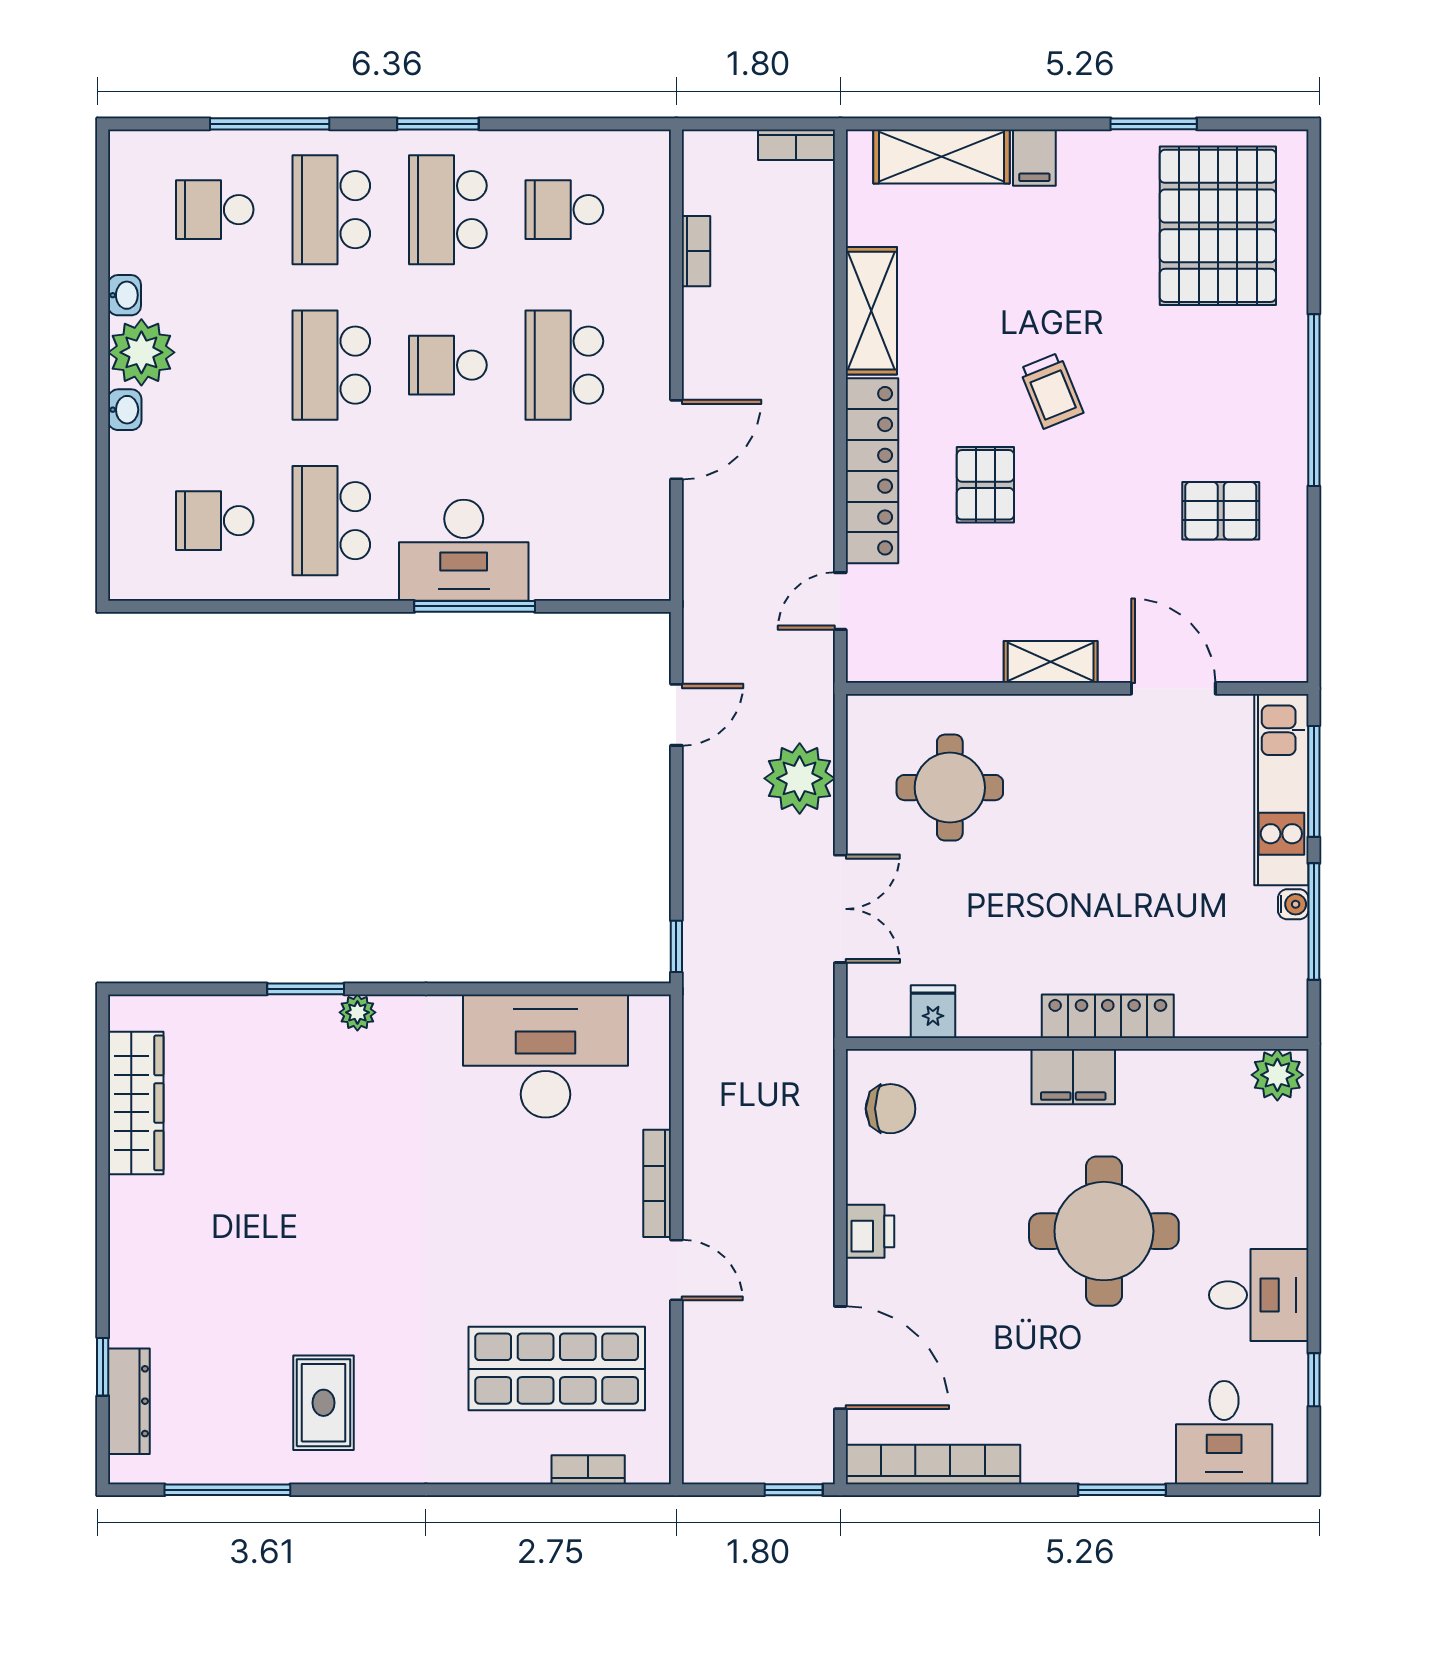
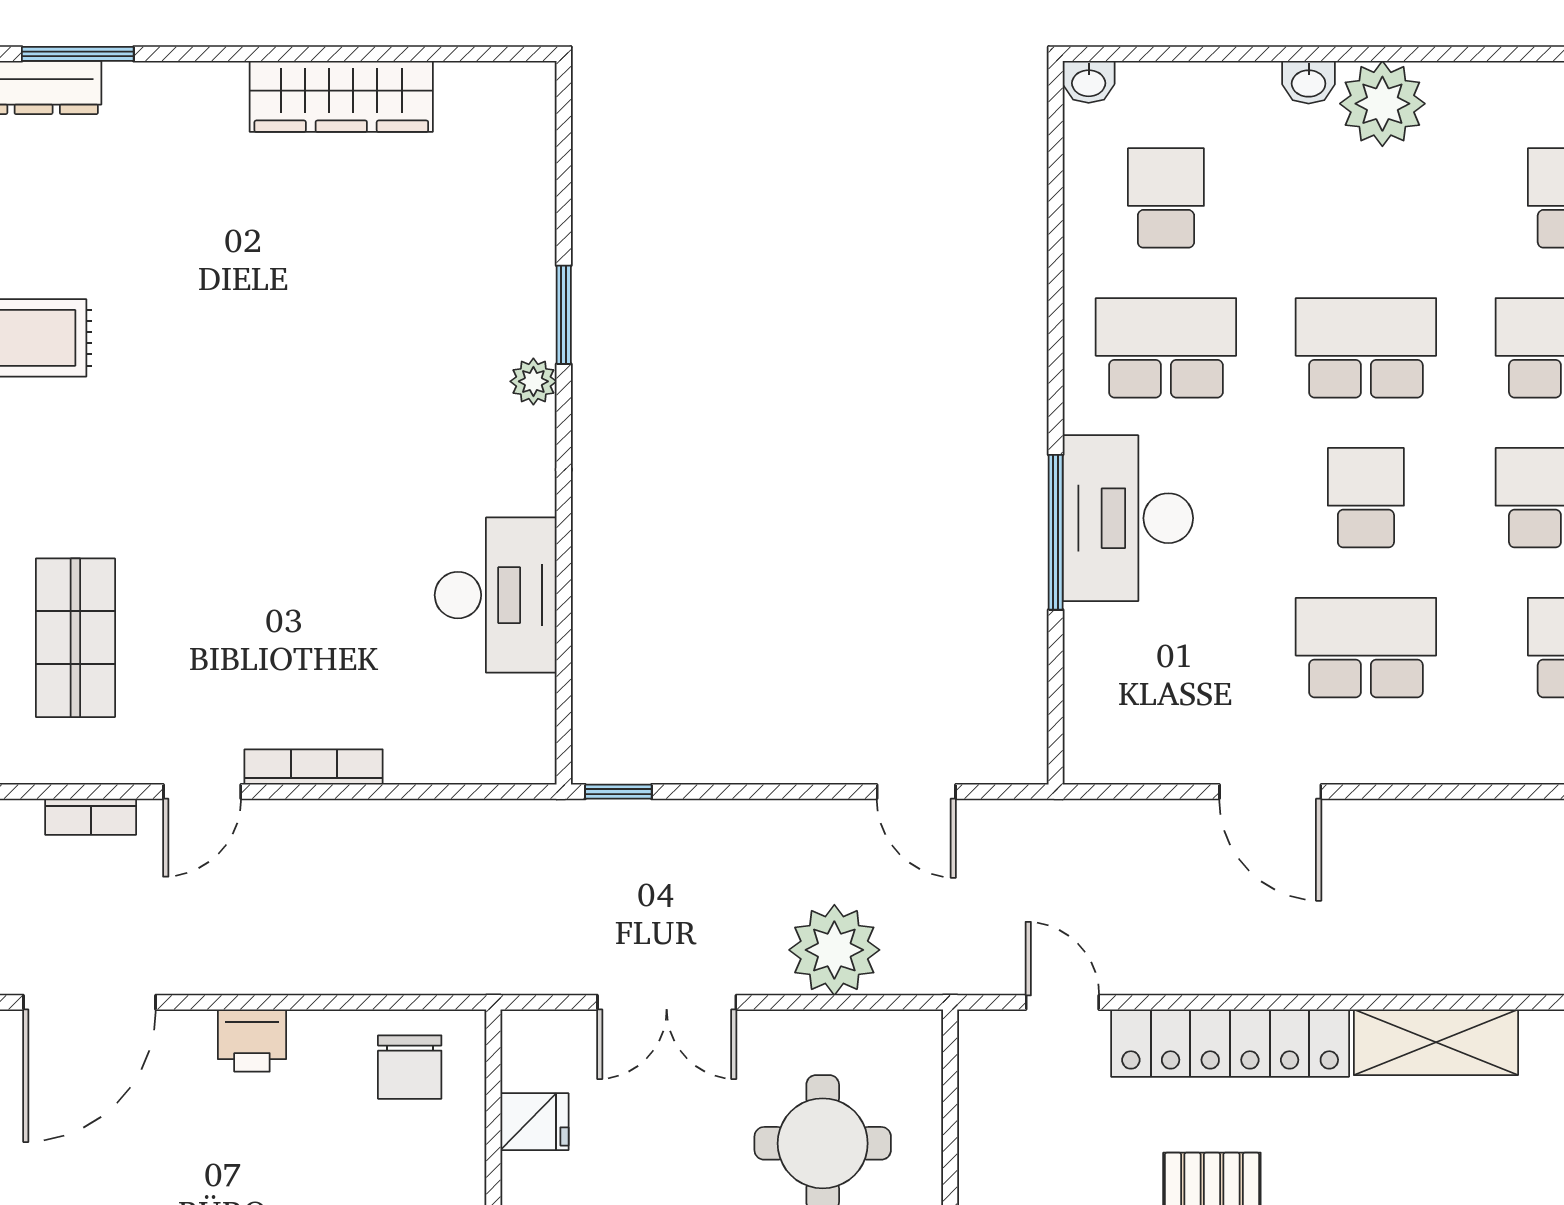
bookcase: (696, 251) -> (91, 817), moved
washbasin: (125, 295) -> (1089, 82), moved
desk: (546, 1056) -> (496, 595), width x0.73, depth x0.77
wardrobe: (136, 1103) -> (341, 96), moved
window: (103, 1367) -> (78, 54), width x1.50
shop shelf: (557, 1369) -> (75, 638), width x0.70, depth x0.74

